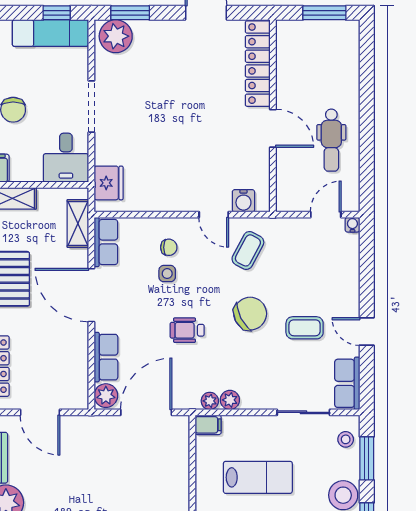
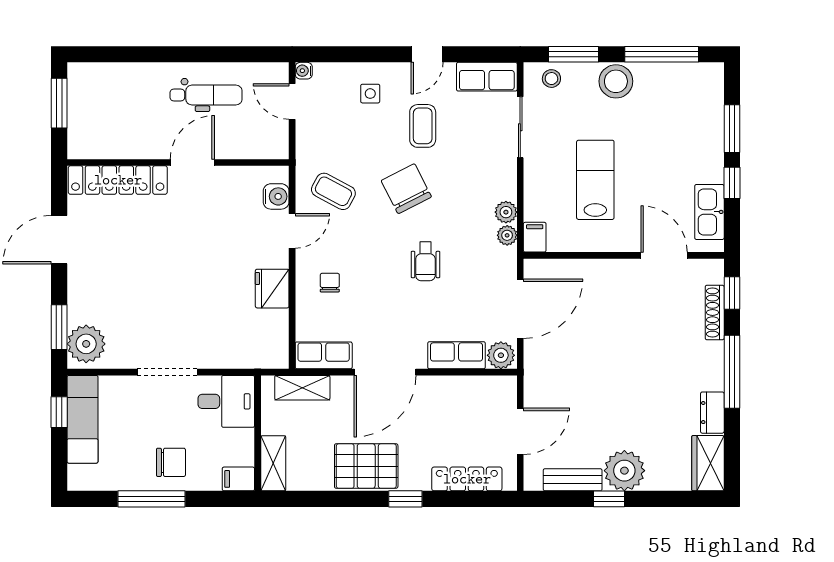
fridge: (109, 183) -> (272, 289), moved, turned -90
side table: (167, 274) -> (370, 94), moved
door: (146, 412) -> (520, 309), swing flipped

